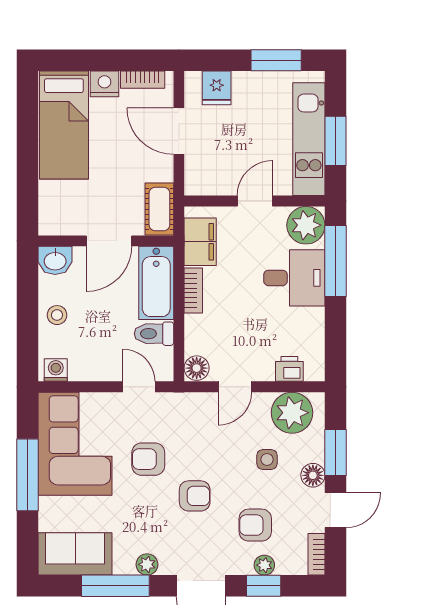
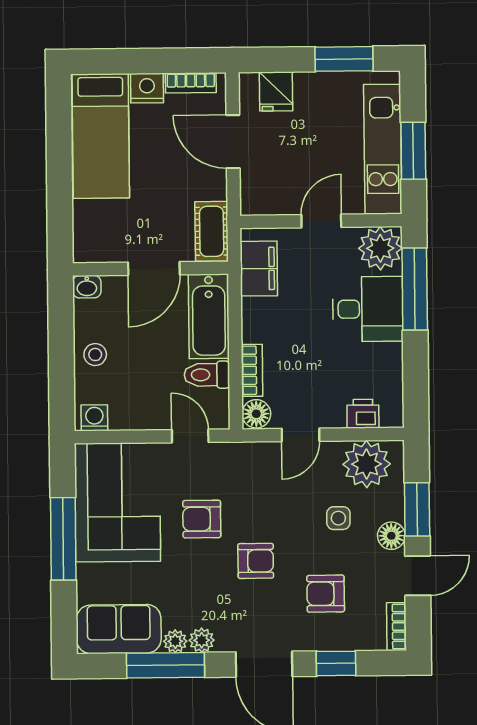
washbasin: (55, 260) -> (87, 287), width x0.72, depth x0.69
bookcase: (193, 290) -> (252, 370), moved
plant: (264, 565) -> (175, 641), moved

